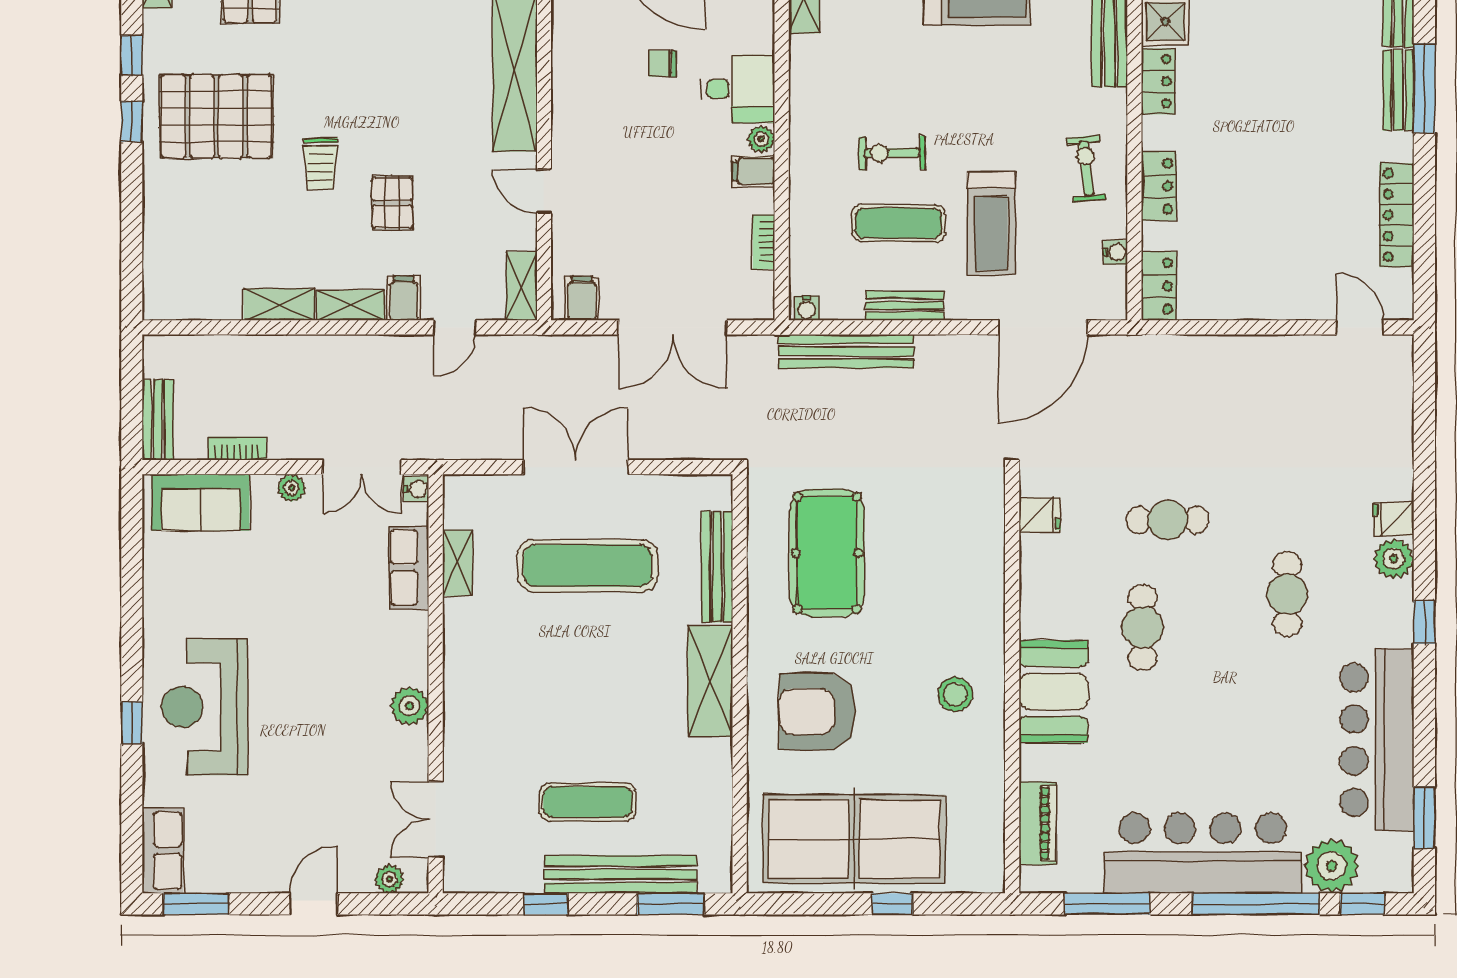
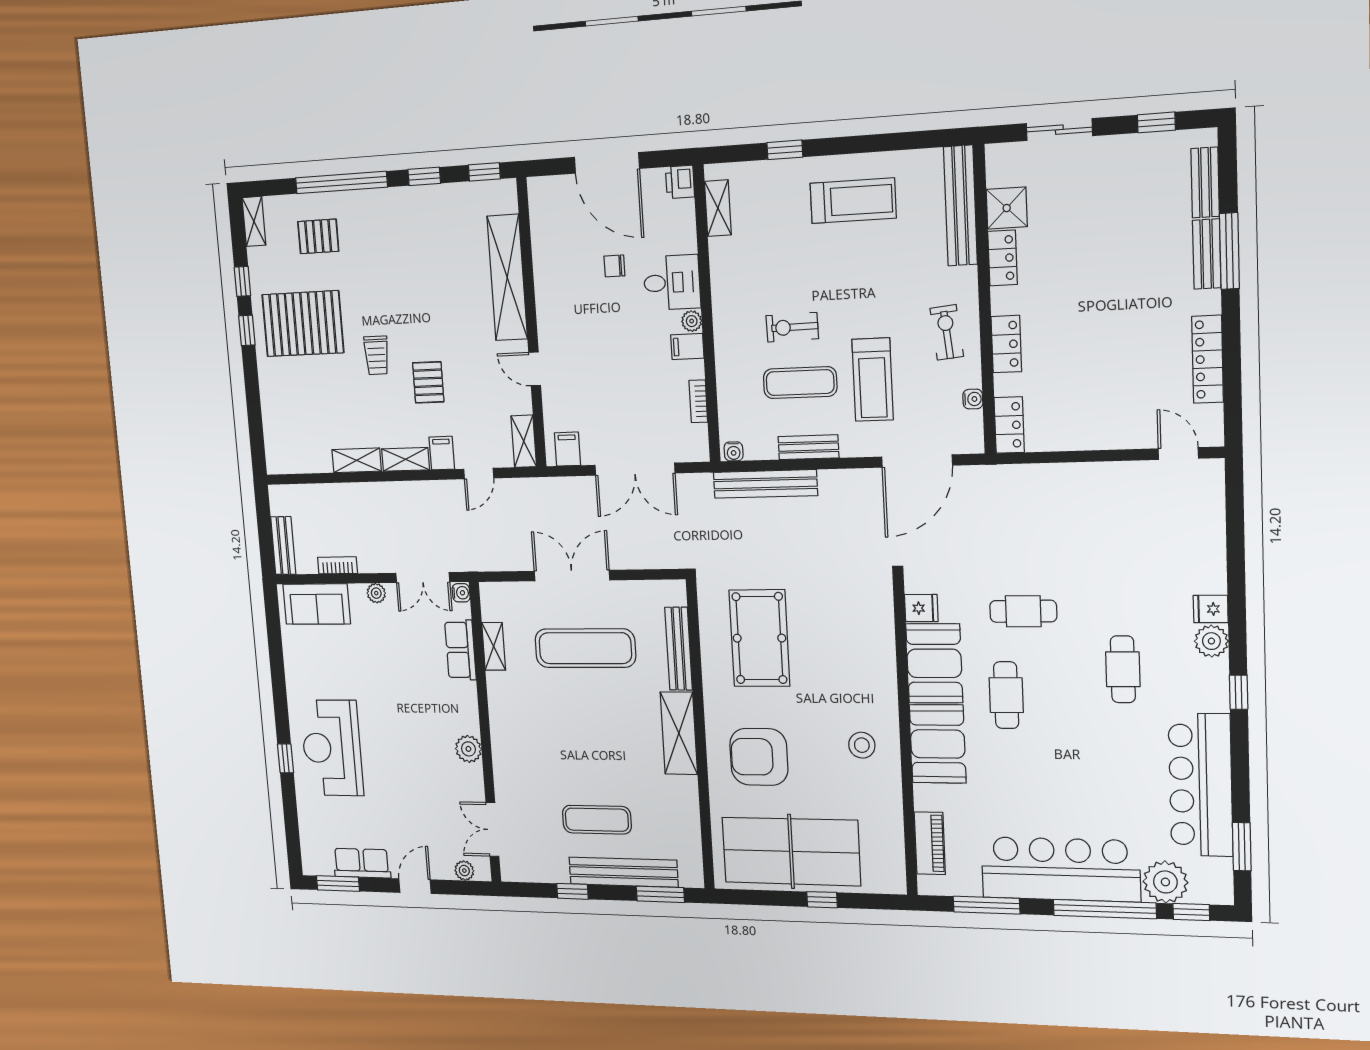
booth: (1053, 586) -> (934, 663), added
row of seats: (163, 851) -> (362, 863), moved, turned -90

